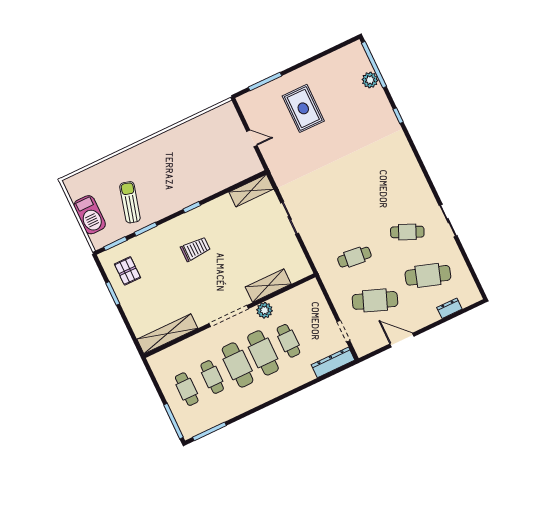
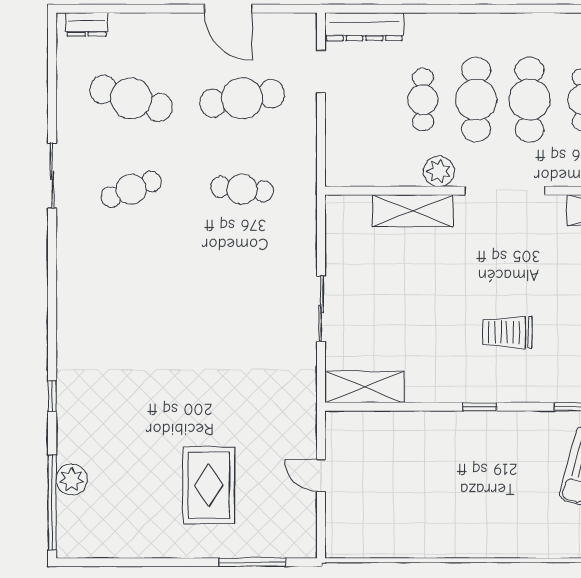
cafe table: (407, 232) -> (131, 189), turned -45
cafe table: (375, 300) -> (242, 98), turned -30
dresser: (449, 308) -> (87, 24), moved

